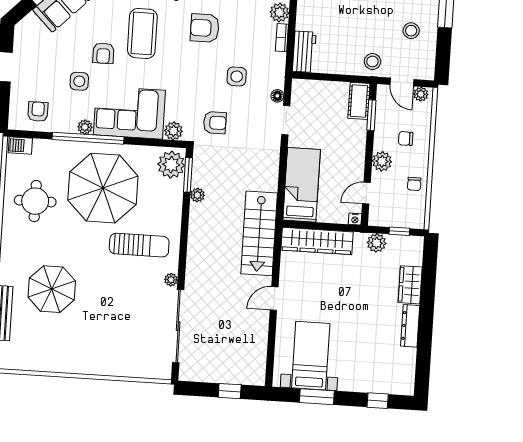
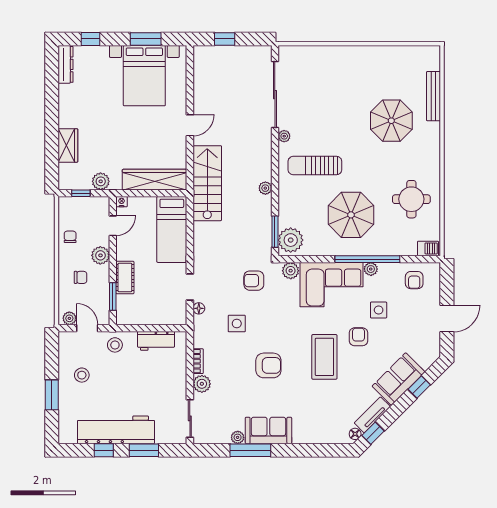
workbench: (304, 52) -> (156, 341), moved, turned -90
cot: (359, 101) -> (125, 278), moved
parasol: (103, 188) -> (351, 215), width x0.73, depth x0.73
plant: (197, 195) -> (265, 188), moved
dresser: (410, 326) -> (66, 64), moved
bed with nightstands: (311, 356) -> (144, 76), width x1.36

